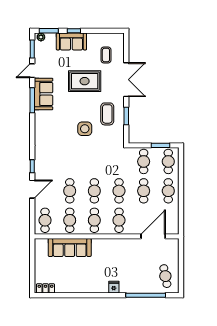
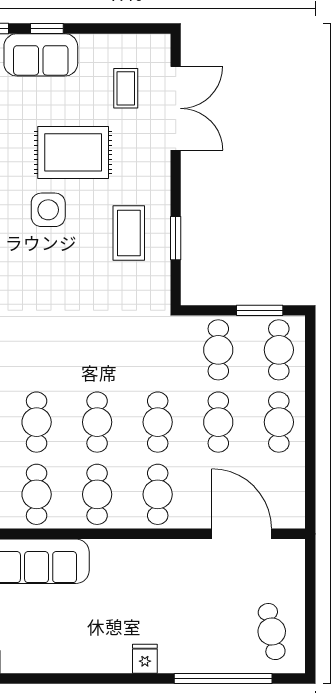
double door: (126, 80) -> (176, 108), moved
side table: (85, 129) -> (48, 210), moved
door: (153, 236) -> (242, 534), hinge flipped

